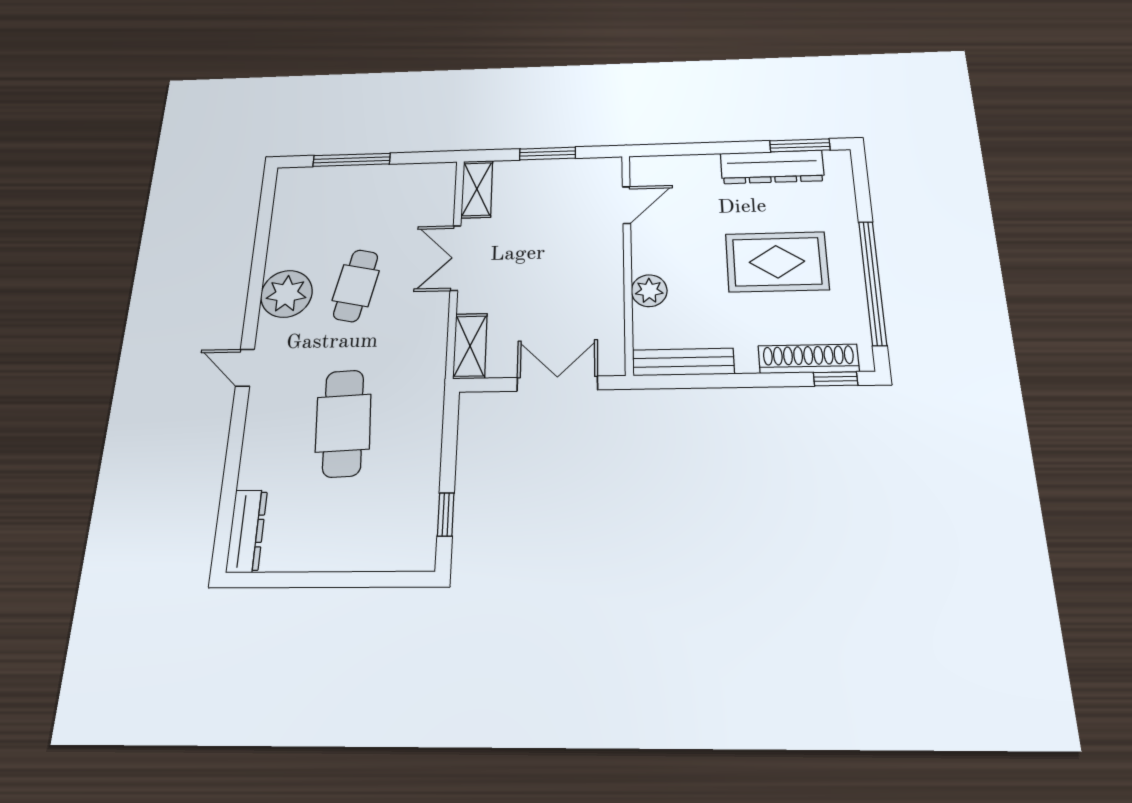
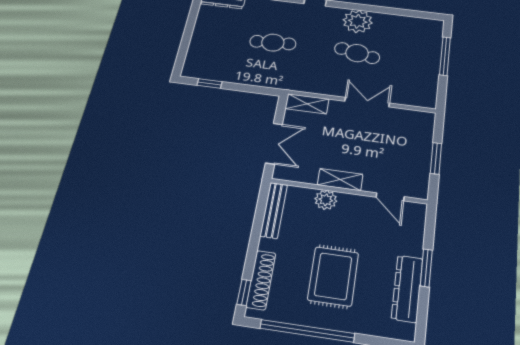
window: (800, 145) -> (426, 268), moved
shelving: (477, 189) -> (340, 180), moved
cafe table: (343, 423) -> (273, 43), width x0.73, depth x0.74

